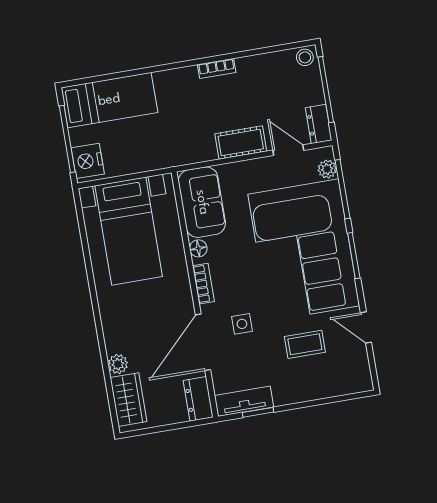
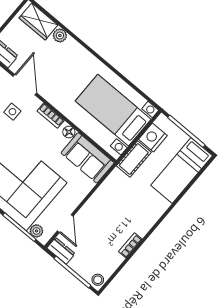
bookcase: (217, 68) -> (130, 245), moved
cot: (241, 143) -> (134, 159), moved
door: (288, 150) -> (65, 224), hinge flipped
nightstand: (88, 161) -> (153, 137), moved, turned -90
door: (203, 342) -> (25, 85), width x0.73

